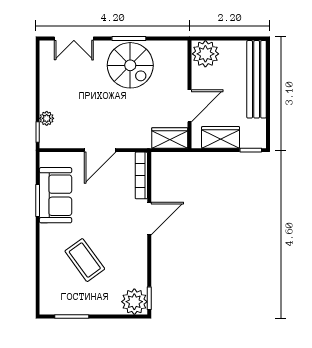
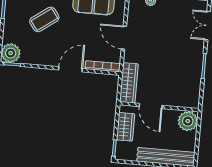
spiral stairs: (130, 65) -> (184, 65), removed
wardrobe: (170, 138) -> (129, 83), width x1.50
door: (149, 219) -> (71, 69), swing flipped

